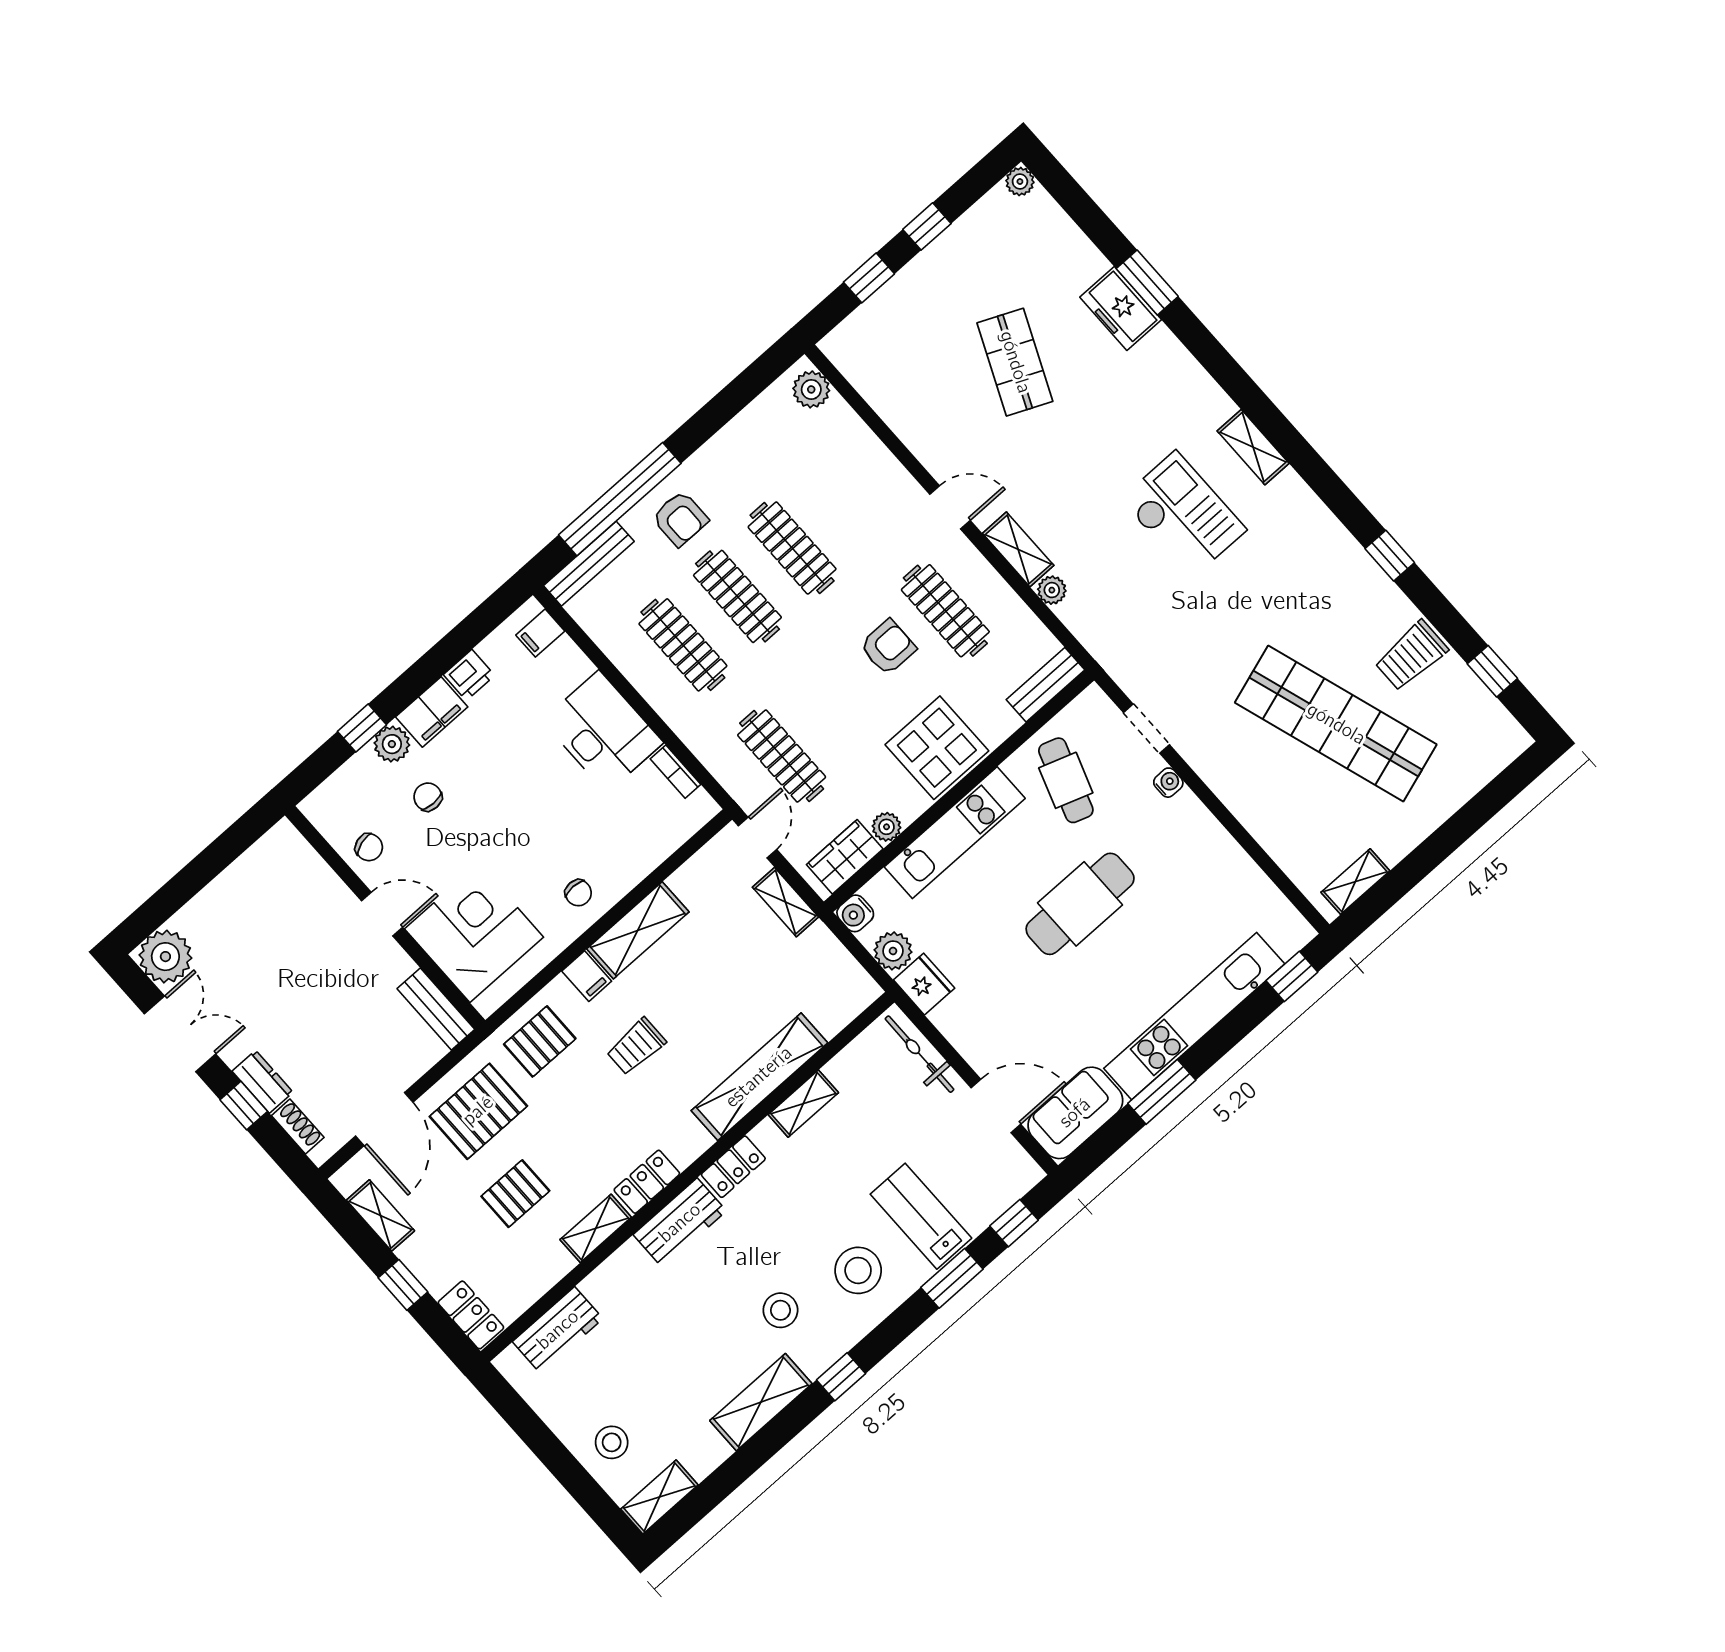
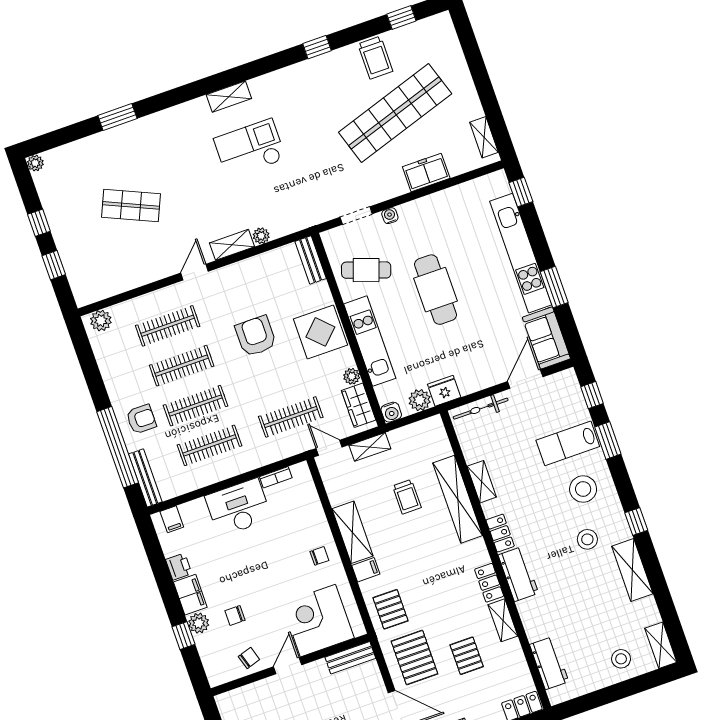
freezer: (1121, 308) -> (426, 173), moved, turned 180
clothes rail: (945, 611) -> (168, 326), moved
armchair: (888, 647) -> (256, 336), width x1.38, depth x1.38
trolley: (636, 1046) -> (407, 497), moved

